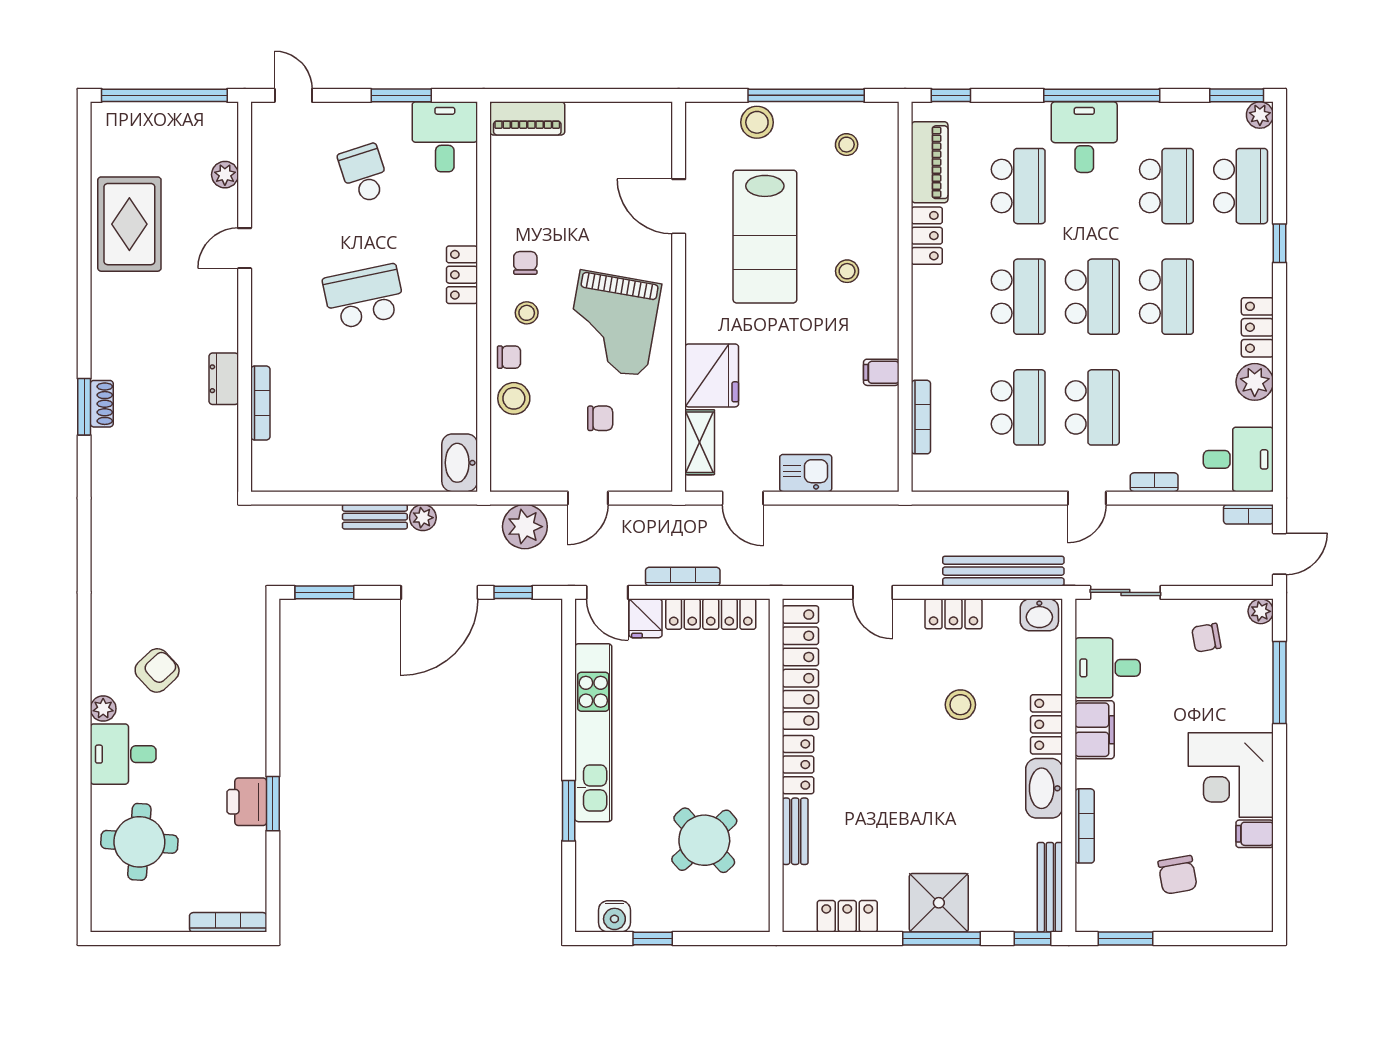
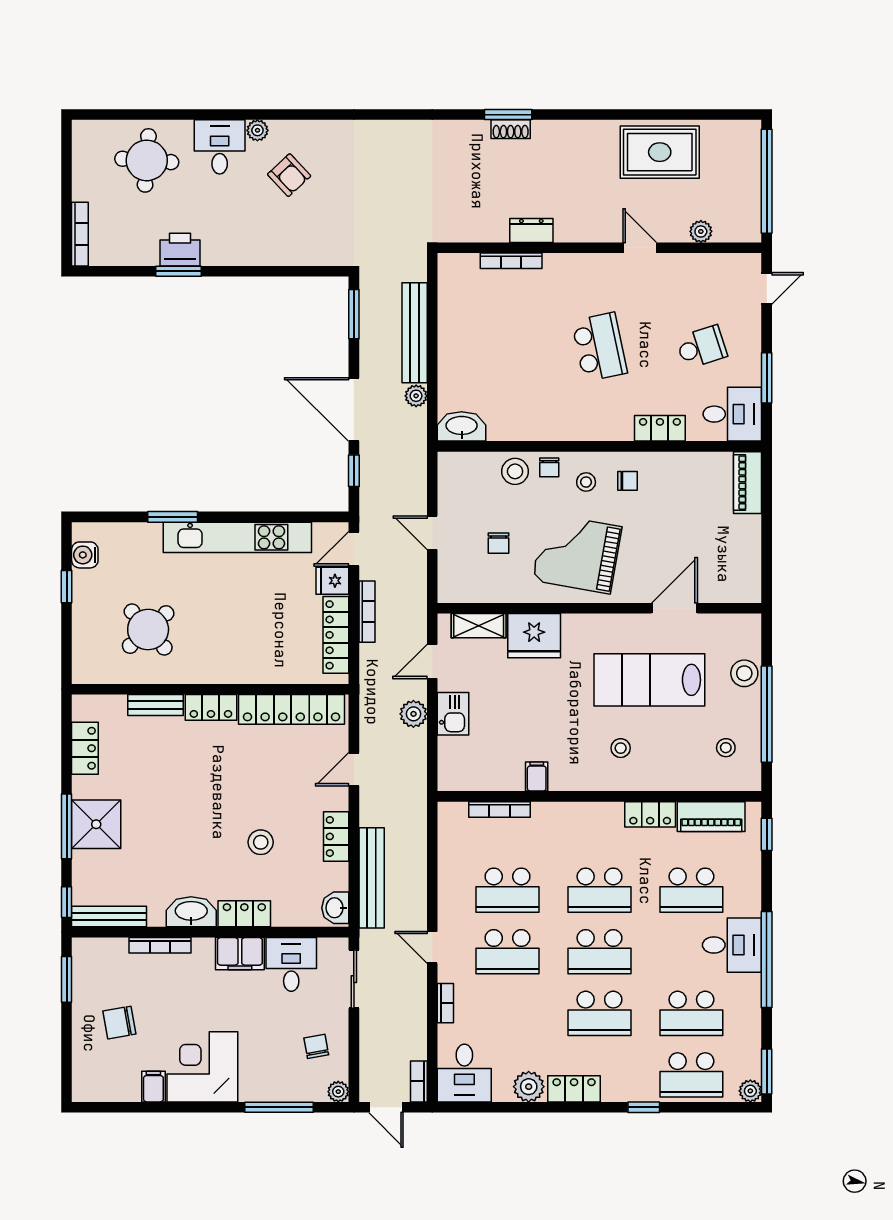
locker: (462, 275) -> (660, 428), moved
bench: (375, 517) -> (415, 333), width x1.86, depth x1.21
plant: (525, 527) -> (413, 714), moved, width x0.73, depth x0.73

